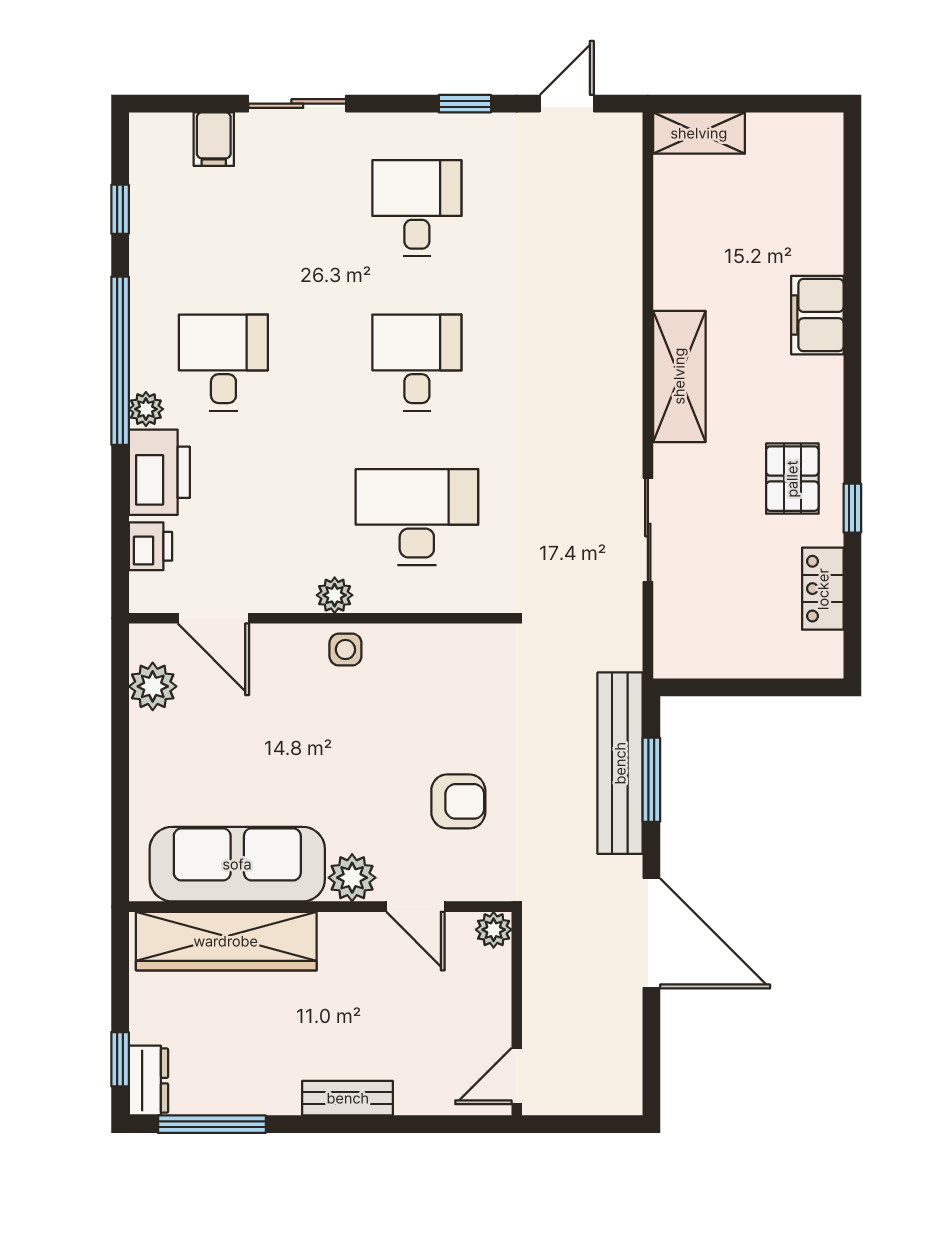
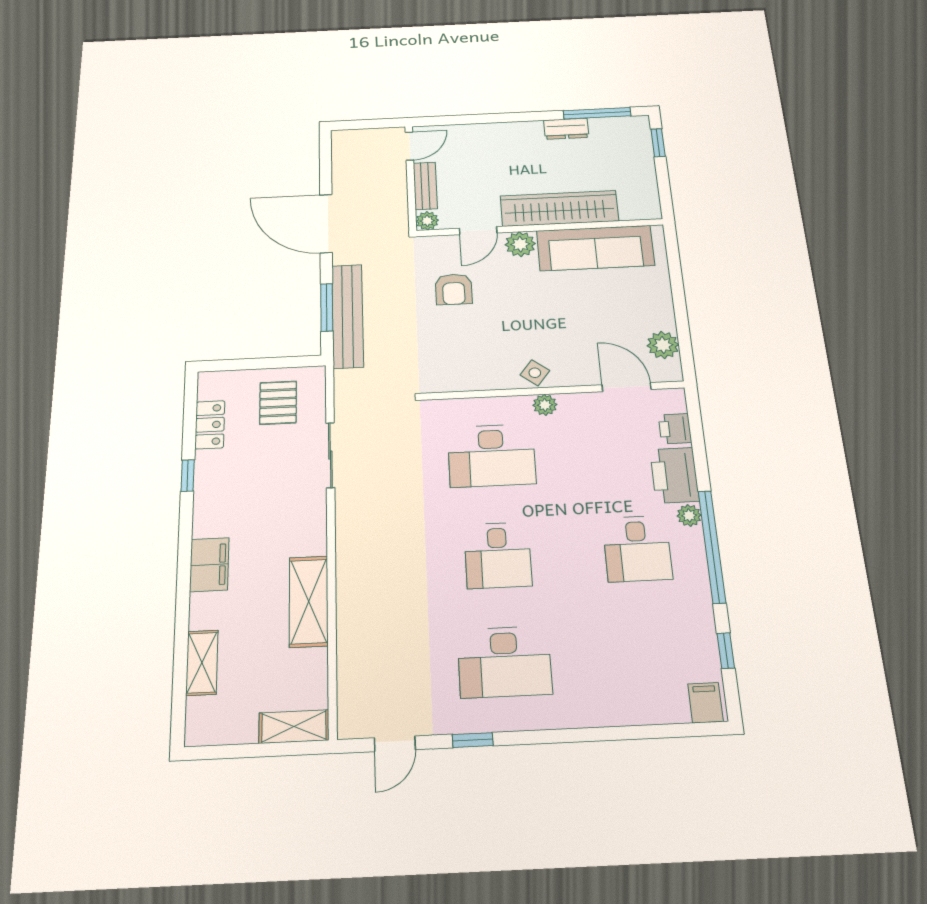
sliding door: (297, 104) -> (601, 734), removed
filing cabinet: (214, 139) -> (706, 703), moved
desk: (417, 208) -> (505, 662), width x1.37
shelving: (823, 227) -> (202, 663), added
filing cabinet: (817, 315) -> (209, 565), moved
shelving: (679, 376) -> (309, 601), moved
pallet: (792, 479) -> (278, 403), moved
side table: (345, 650) -> (535, 373), turned 38
armchair: (458, 801) -> (454, 289), turned -90
door: (415, 907) -> (478, 231), swing flipped
wardrobe: (226, 941) -> (559, 208), moved
dresser: (148, 1081) -> (566, 129), moved, turned -90
bench: (348, 1098) -> (425, 186), moved, turned 90

